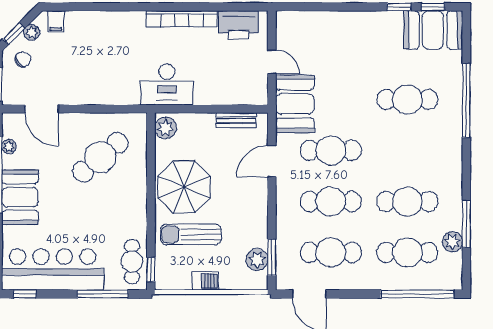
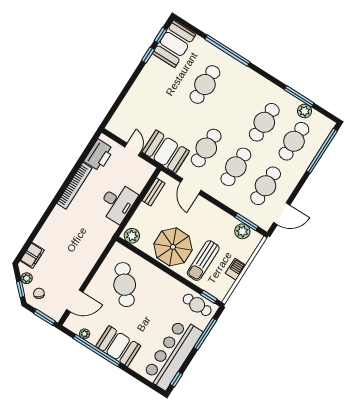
filing cabinet: (56, 21) -> (32, 255), width x2.00
door: (272, 62) -> (133, 149), hinge flipped
desk: (167, 85) -> (118, 203), moved

